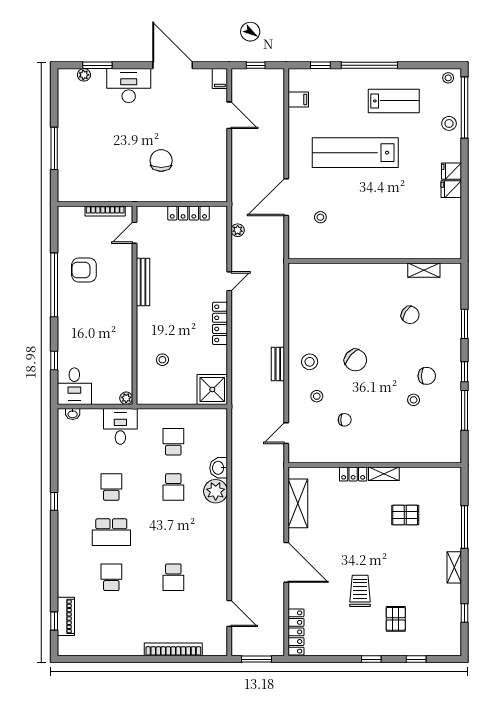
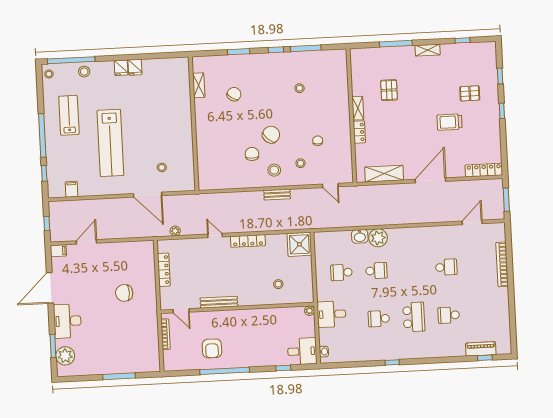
plant: (84, 75) -> (65, 356), width x1.88, depth x1.88
chair: (427, 376) -> (252, 154), moved

